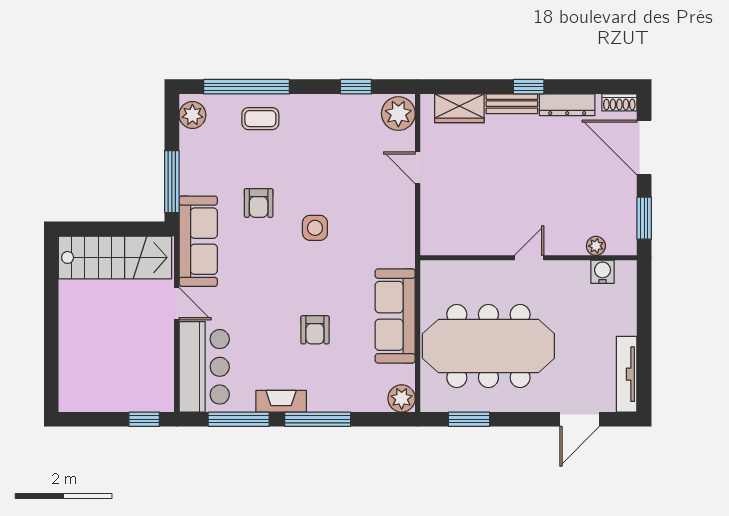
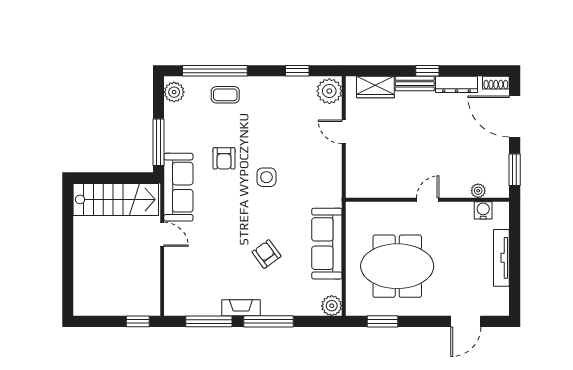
armchair: (315, 330) -> (266, 254), turned 144
meeting table: (488, 346) -> (397, 266), width x0.73
bar counter: (204, 367) -> (183, 282), removed
tv unit: (627, 374) -> (501, 258), moved

